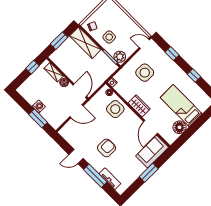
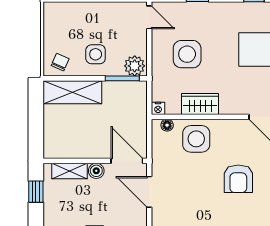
window: (59, 41) -> (36, 124), removed
door: (144, 44) -> (149, 17), swing flipped
wardrobe: (139, 106) -> (200, 104), moved
door: (76, 111) -> (149, 192), swing flipped
armchair: (106, 148) -> (238, 179), moved, turned 180

